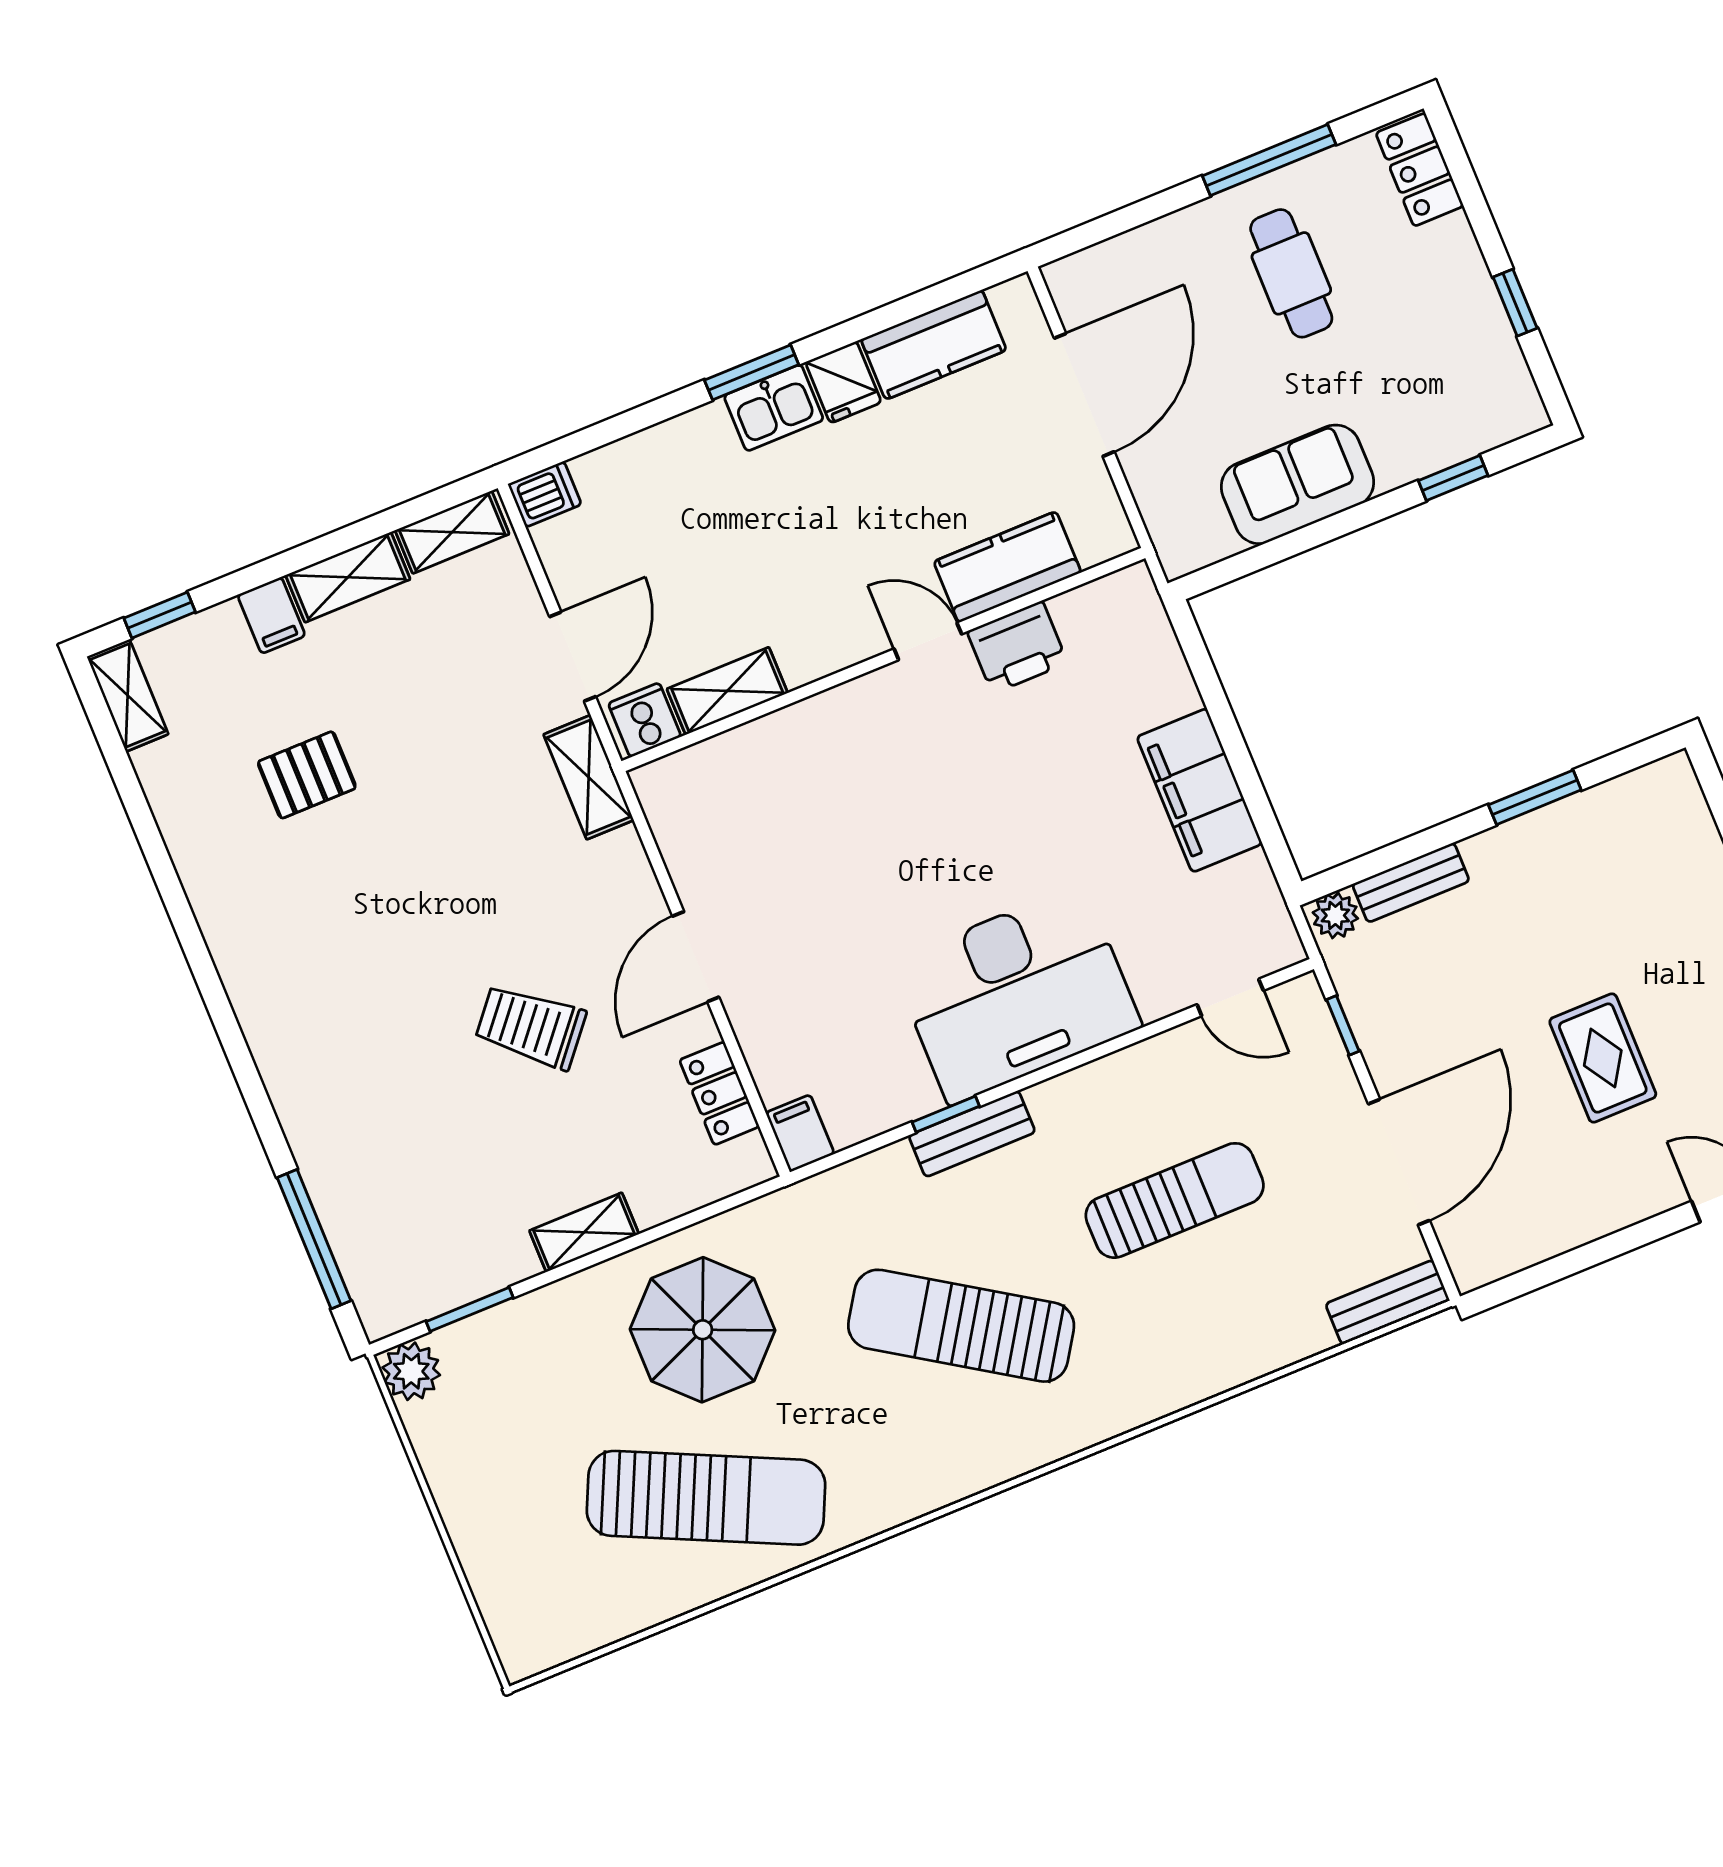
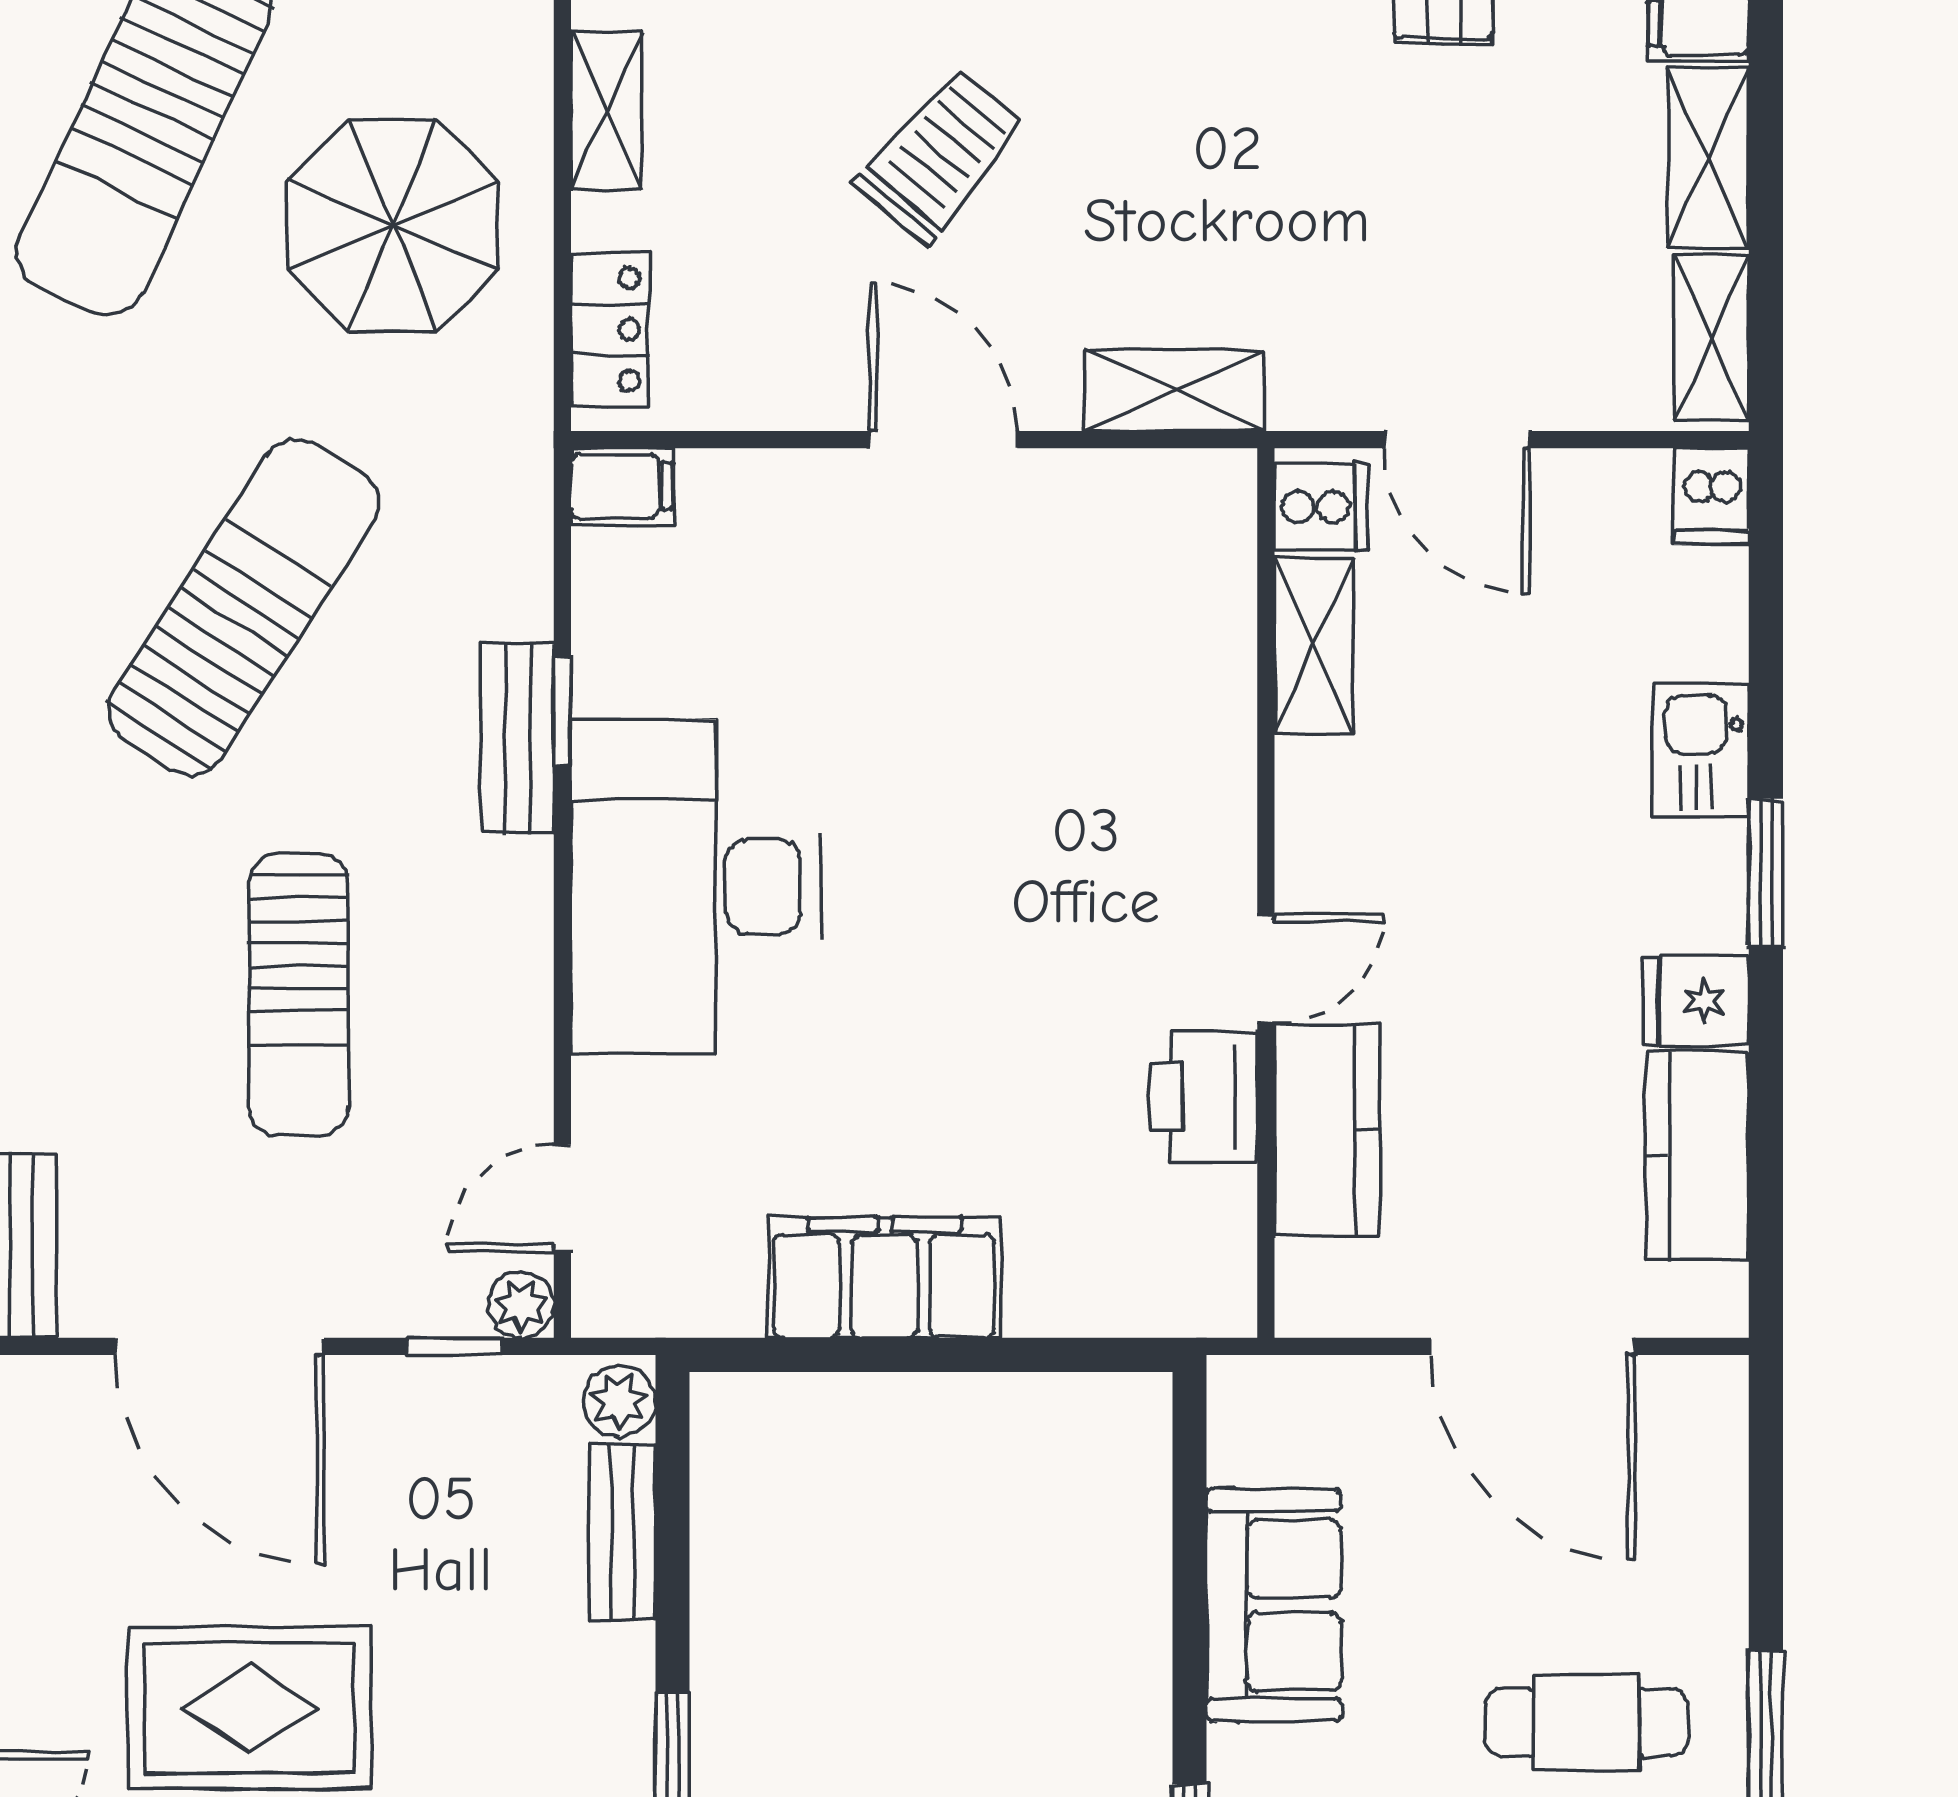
kitchen sink: (774, 408) -> (1701, 751), moved
shelving: (589, 777) -> (1174, 390), moved
plant: (1303, 996) -> (521, 1305), added
rug: (1603, 1058) -> (250, 1708), width x1.36, depth x1.43
locker: (719, 1093) -> (610, 329), moved, turned 90

